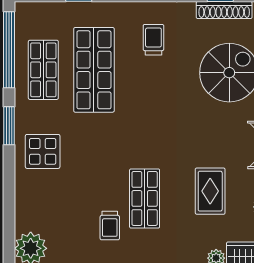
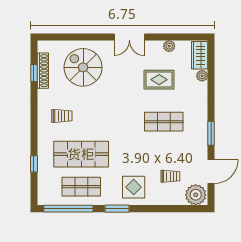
trolley: (153, 40) -> (62, 116), turned 180
trolley: (110, 226) -> (170, 176), moved

